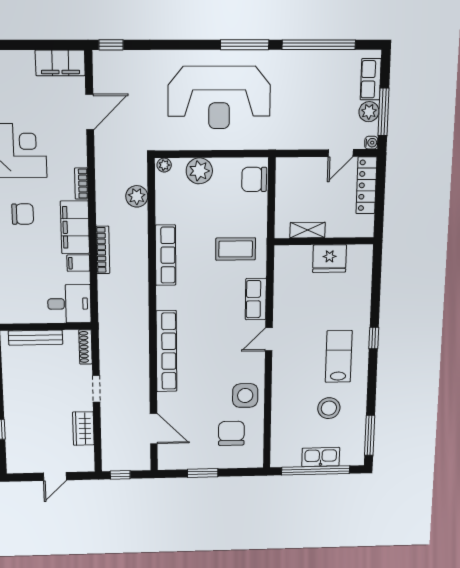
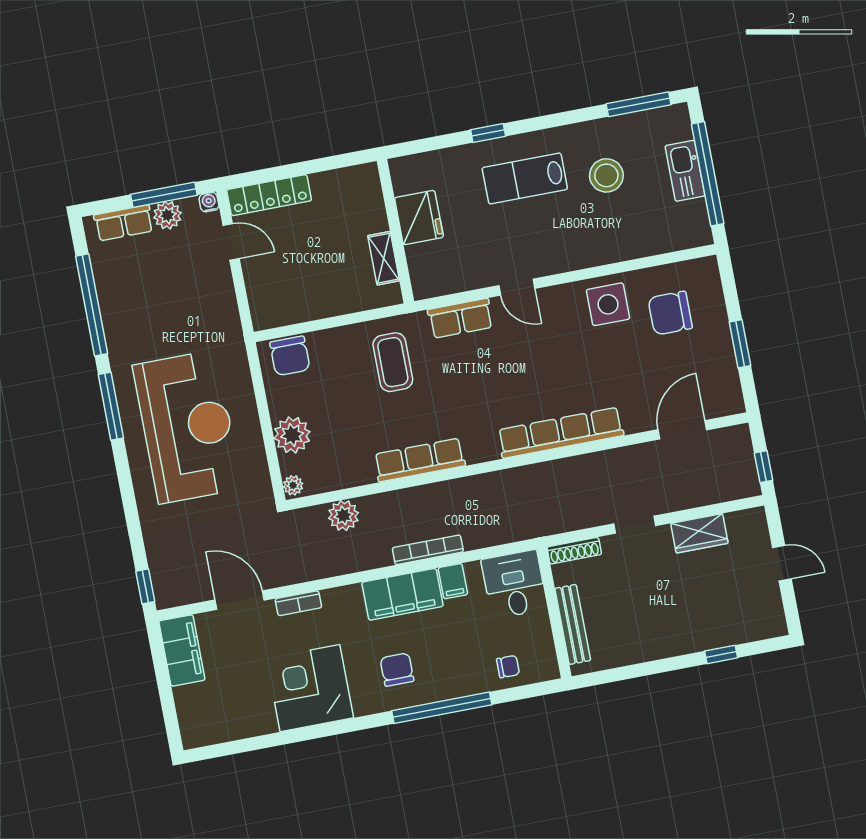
bookcase: (81, 184) -> (298, 603), moved
shelving: (307, 230) -> (384, 258), moved
wall: (324, 241) -> (395, 231), moved
fridge: (330, 259) -> (419, 217), moved
chair: (13, 290) -> (508, 667), added

